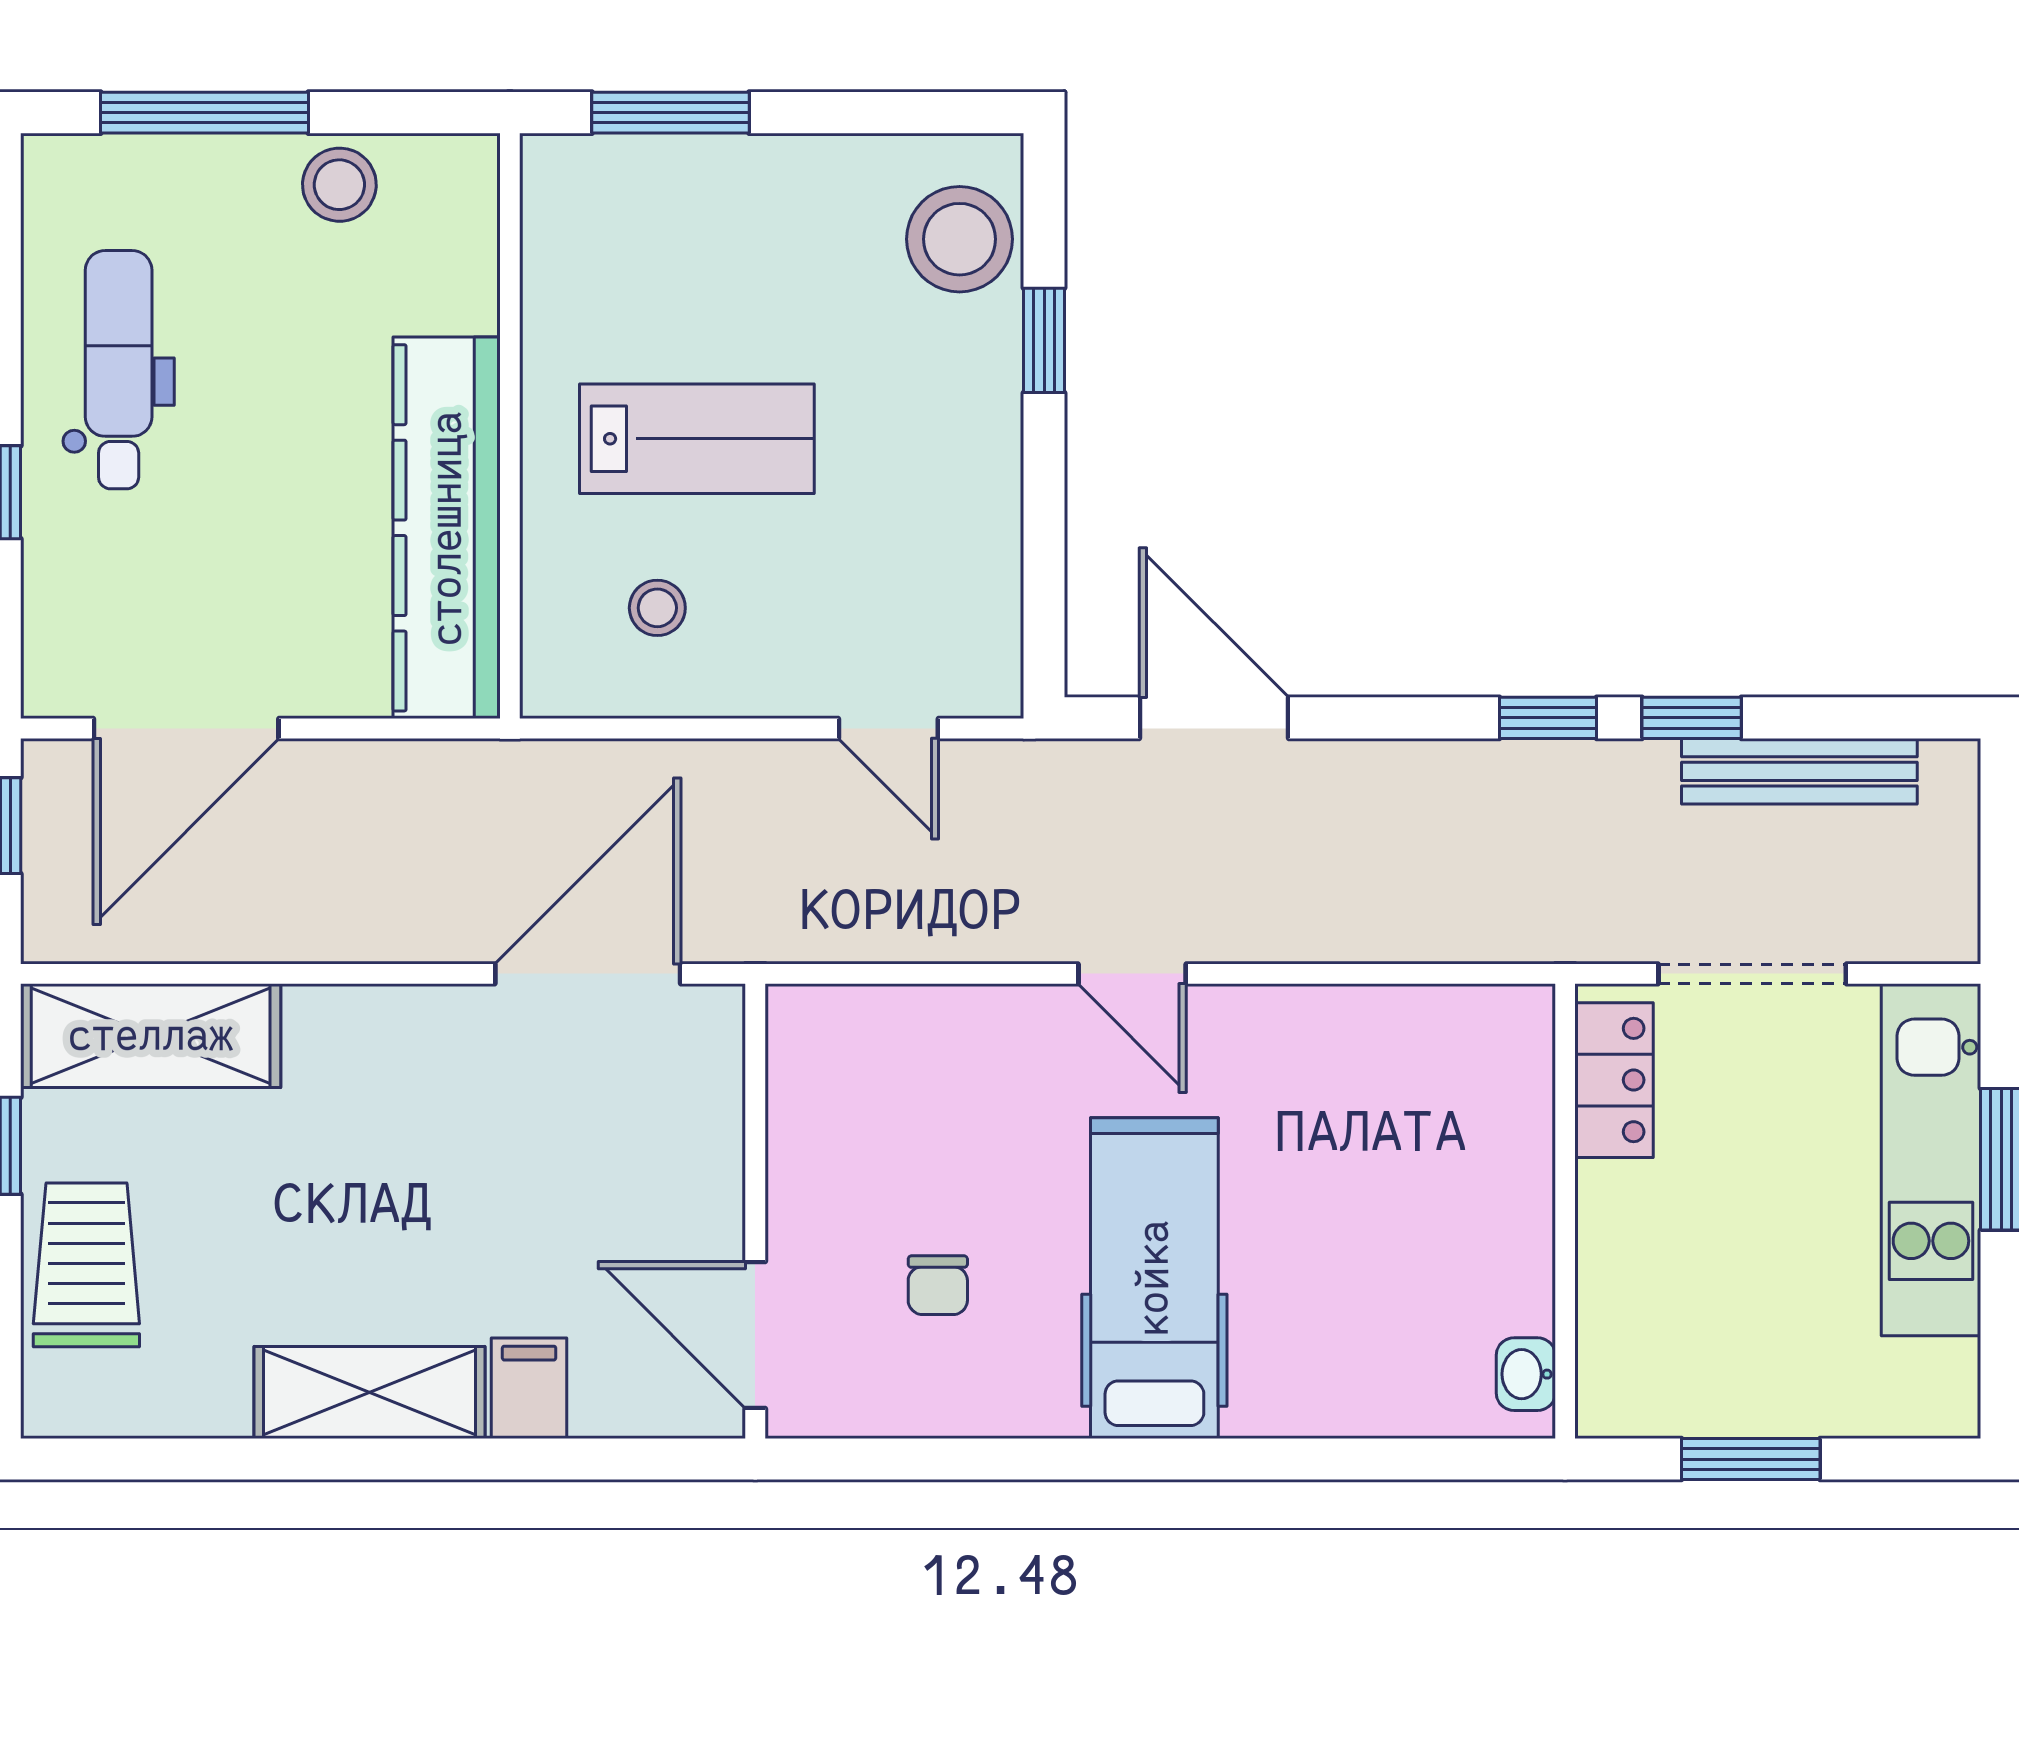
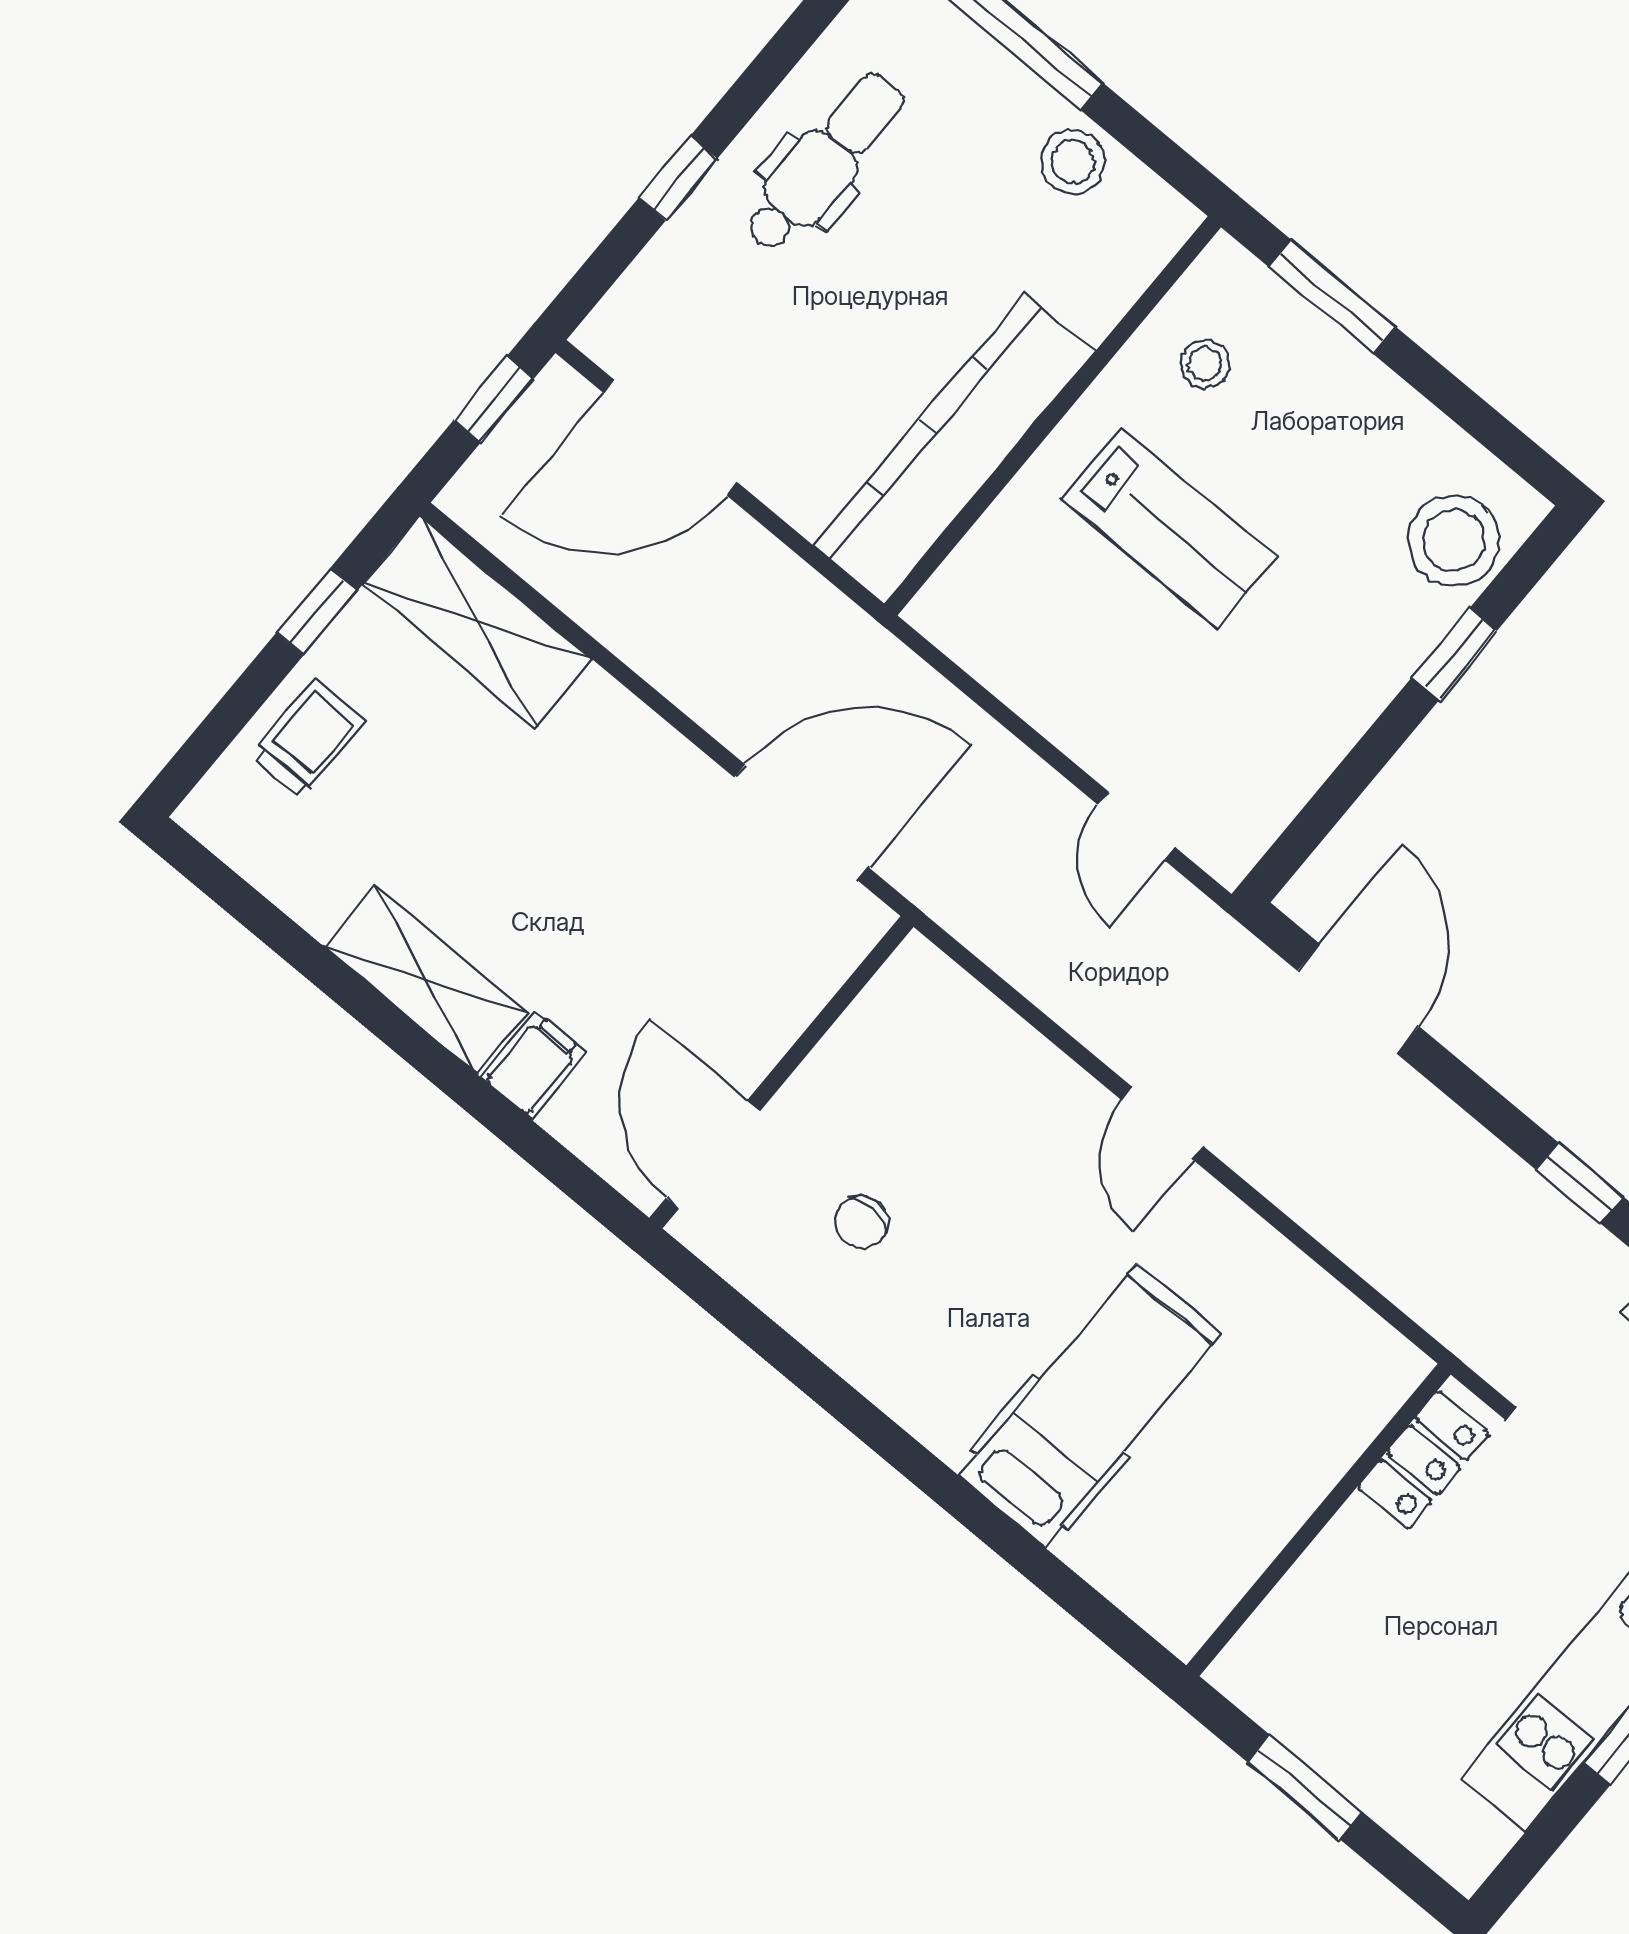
stool: (657, 608) -> (1205, 364), moved
trolley: (86, 1265) -> (308, 738), width x0.73, depth x0.72
hospital bed: (1154, 1278) -> (1090, 1405), moved
washbasin: (1526, 1374) -> (1202, 1606), removed

